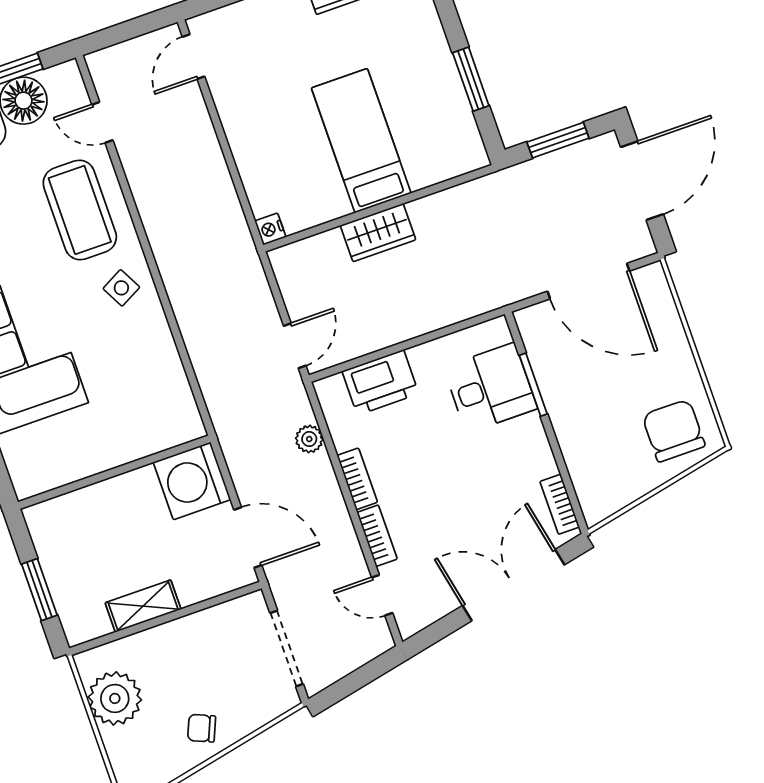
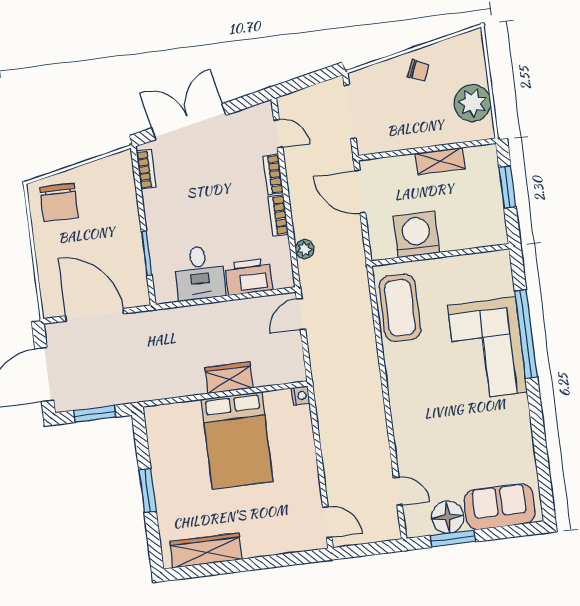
door: (194, 57) -> (327, 522), hinge flipped
window: (471, 79) -> (147, 491), moved
bed: (361, 141) -> (237, 440), width x1.50
coffee table: (80, 210) -> (400, 308), moved
side table: (121, 288) -> (409, 377), removed
desk: (490, 388) -> (199, 273), moved, turned -90
washing machine: (192, 481) -> (416, 234), moved, turned -90
double door: (513, 585) -> (189, 122), swing flipped

